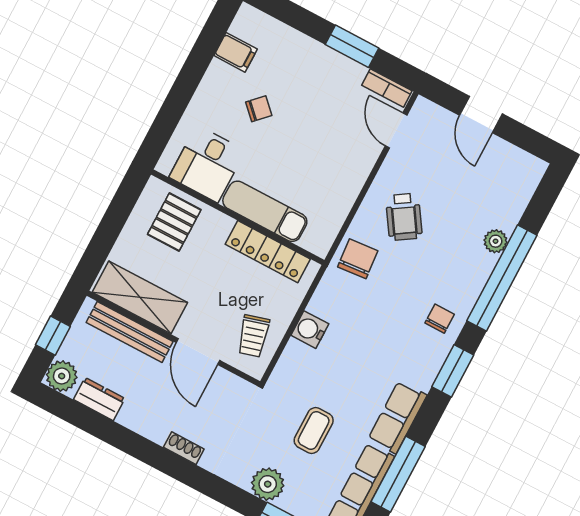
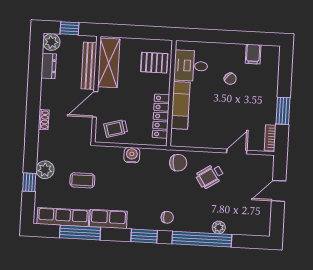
door: (396, 131) -> (237, 152), moved

